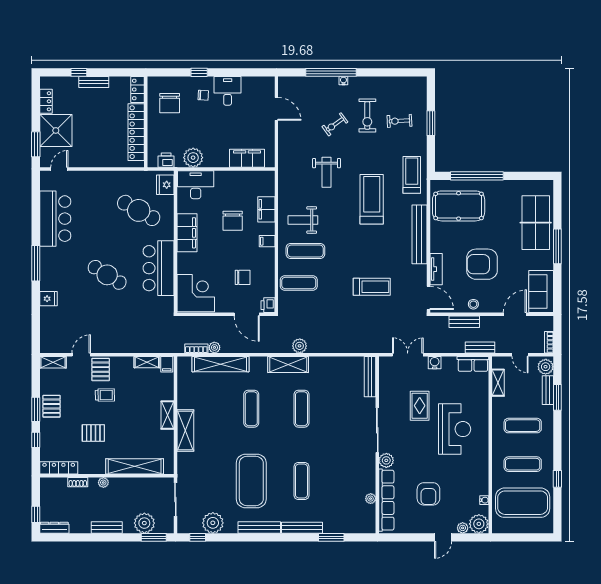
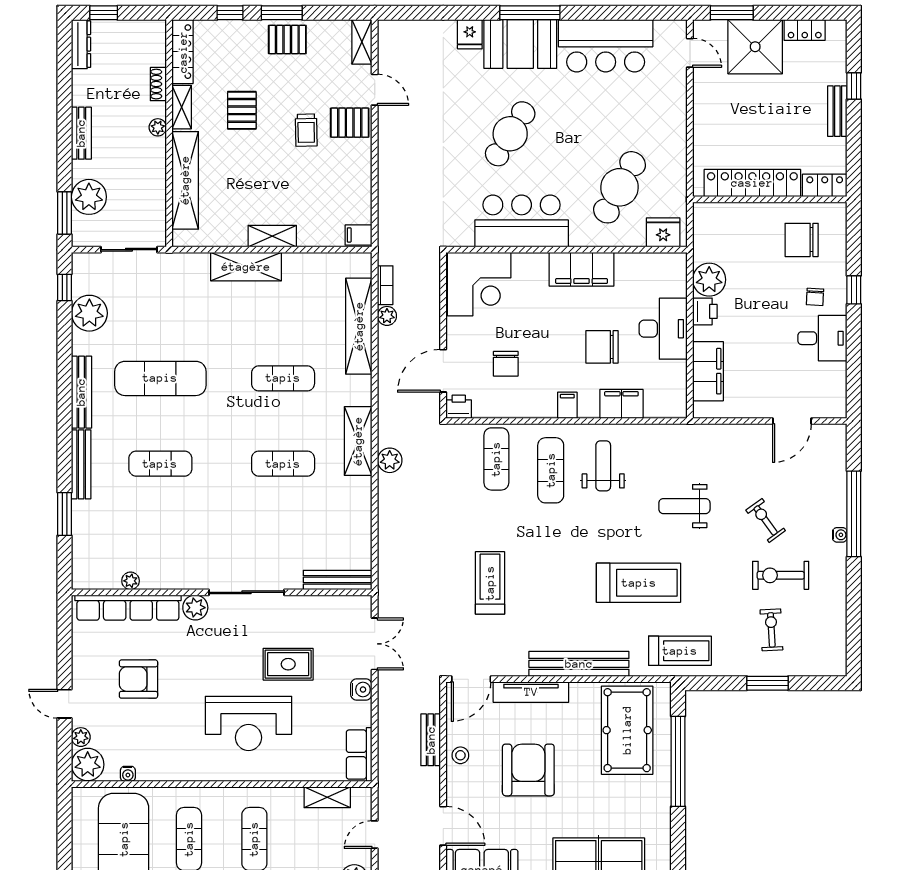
printer: (166, 160) -> (705, 311), moved
desk: (196, 185) -> (663, 329), moved
booth: (54, 269) -> (520, 44), added
tv unit: (436, 269) -> (531, 692), width x1.41
treadmill: (372, 287) -> (490, 583), turned 180
bench: (480, 347) -> (387, 766), removed
shelving: (147, 362) -> (182, 107), moved
exercise mat: (251, 481) -> (160, 378), width x0.68

